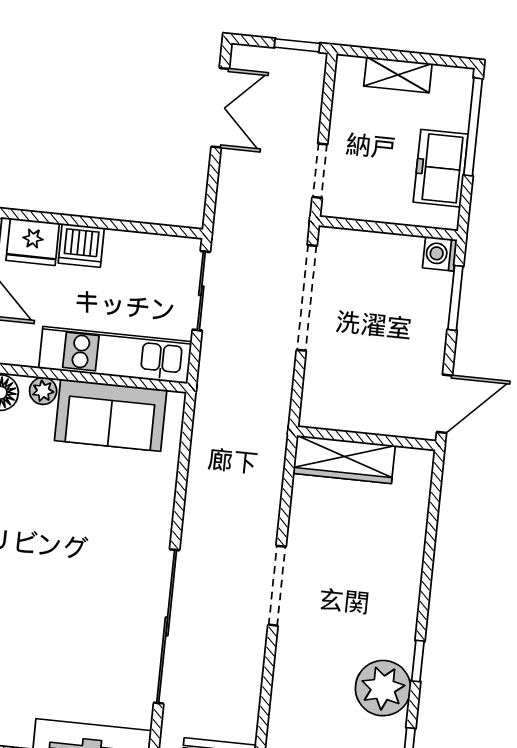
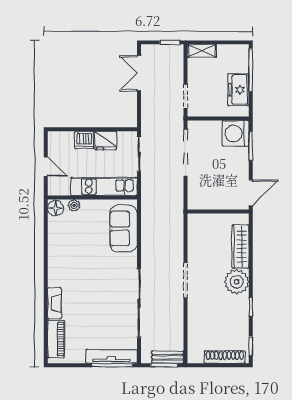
shelving: (398, 75) -> (202, 51), moved
double door: (220, 108) -> (139, 73), swing flipped
fridge: (33, 242) -> (106, 141), moved
washing machine: (440, 254) -> (236, 133), width x1.89, depth x1.89
sofa: (111, 415) -> (123, 229), moved, turned 90
wardrobe: (344, 459) -> (240, 247), moved, turned 90
plant: (383, 688) -> (237, 282), moved

